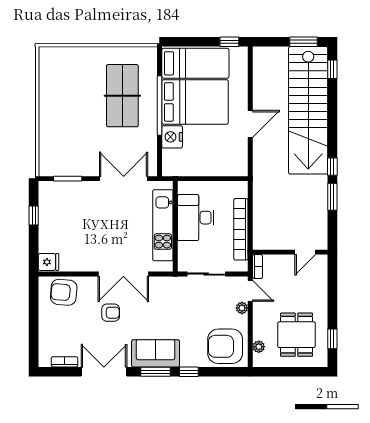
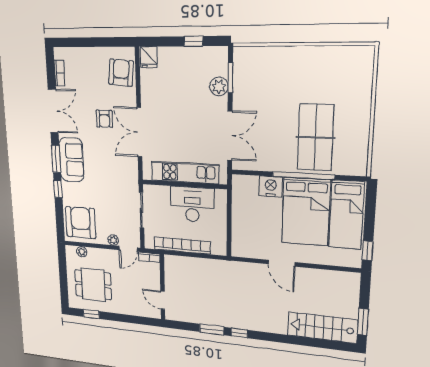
window: (332, 69) -> (333, 345), removed
table tennis table: (122, 96) -> (315, 137), turned 90
stairs: (308, 110) -> (322, 328), width x0.54, depth x0.66
plant: (76, 190) -> (219, 87), added

